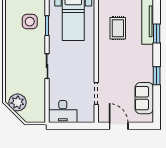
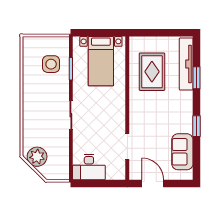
rug: (118, 28) -> (152, 72), width x1.36, depth x1.43

